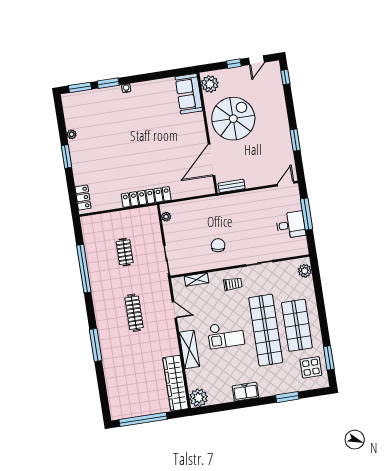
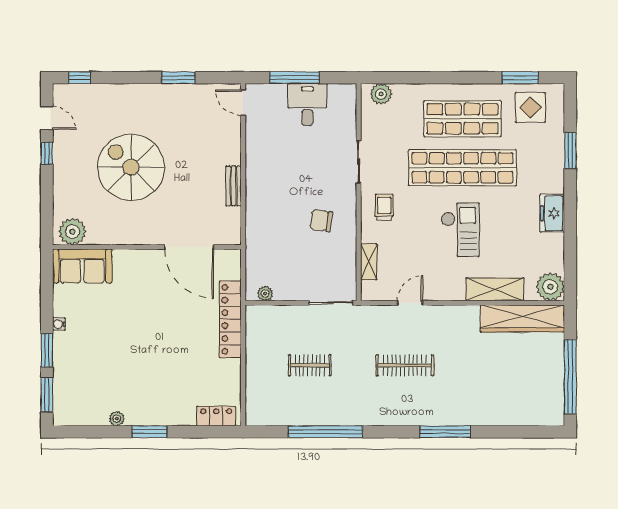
plant: (210, 84) -> (72, 232), moved
sofa: (189, 94) -> (82, 266), moved
wall: (207, 133) -> (147, 247), moved
door: (211, 160) -> (189, 247), moved
shelving: (189, 349) -> (495, 289), moved

